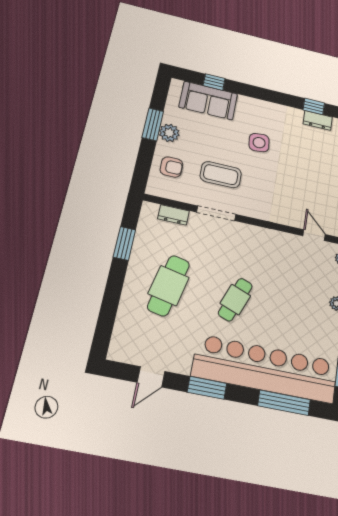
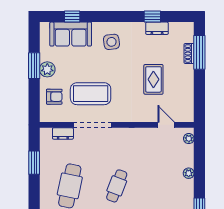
side table: (259, 143) -> (111, 42), moved
coffee table: (221, 175) -> (91, 94), width x1.36, depth x1.32
rug: (305, 177) -> (153, 79), added
doorway: (216, 213) -> (93, 125), width x1.36

